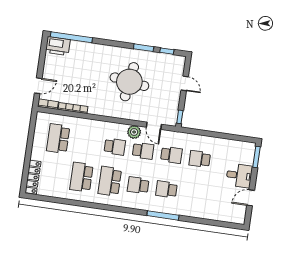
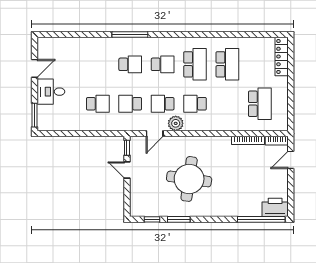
door: (185, 83) -> (127, 170), moved
door: (154, 126) -> (155, 134), swing flipped

